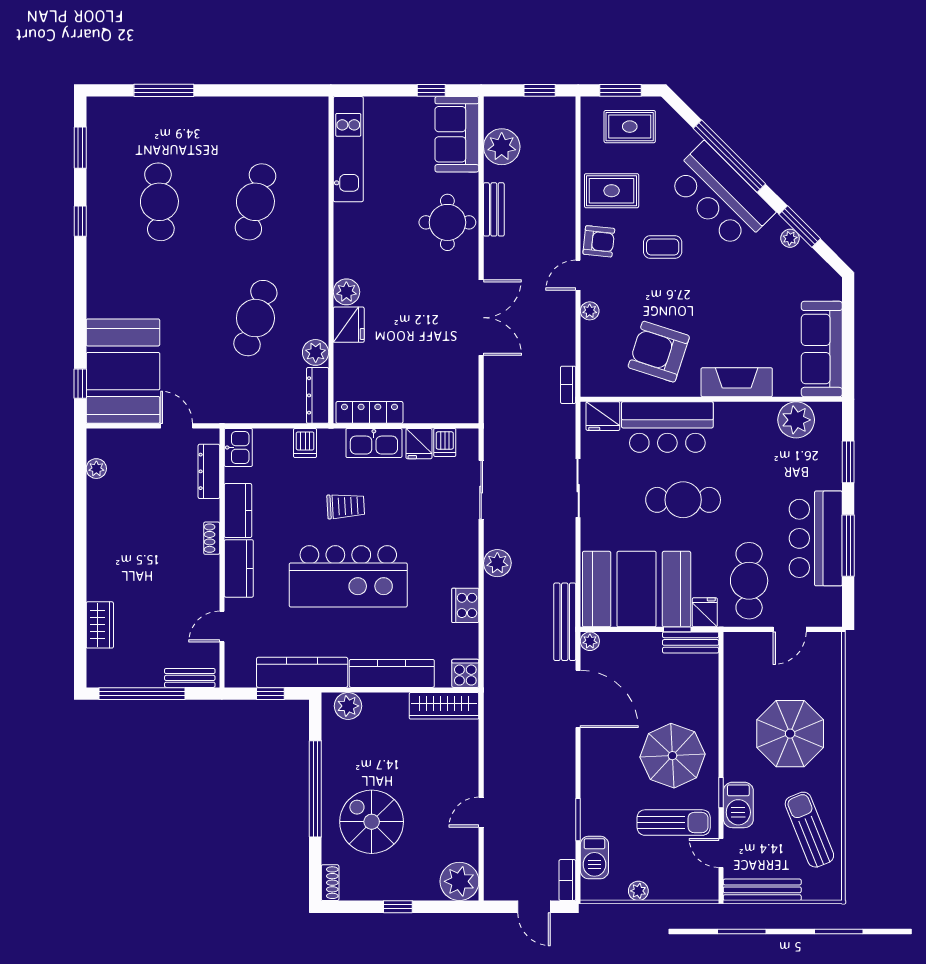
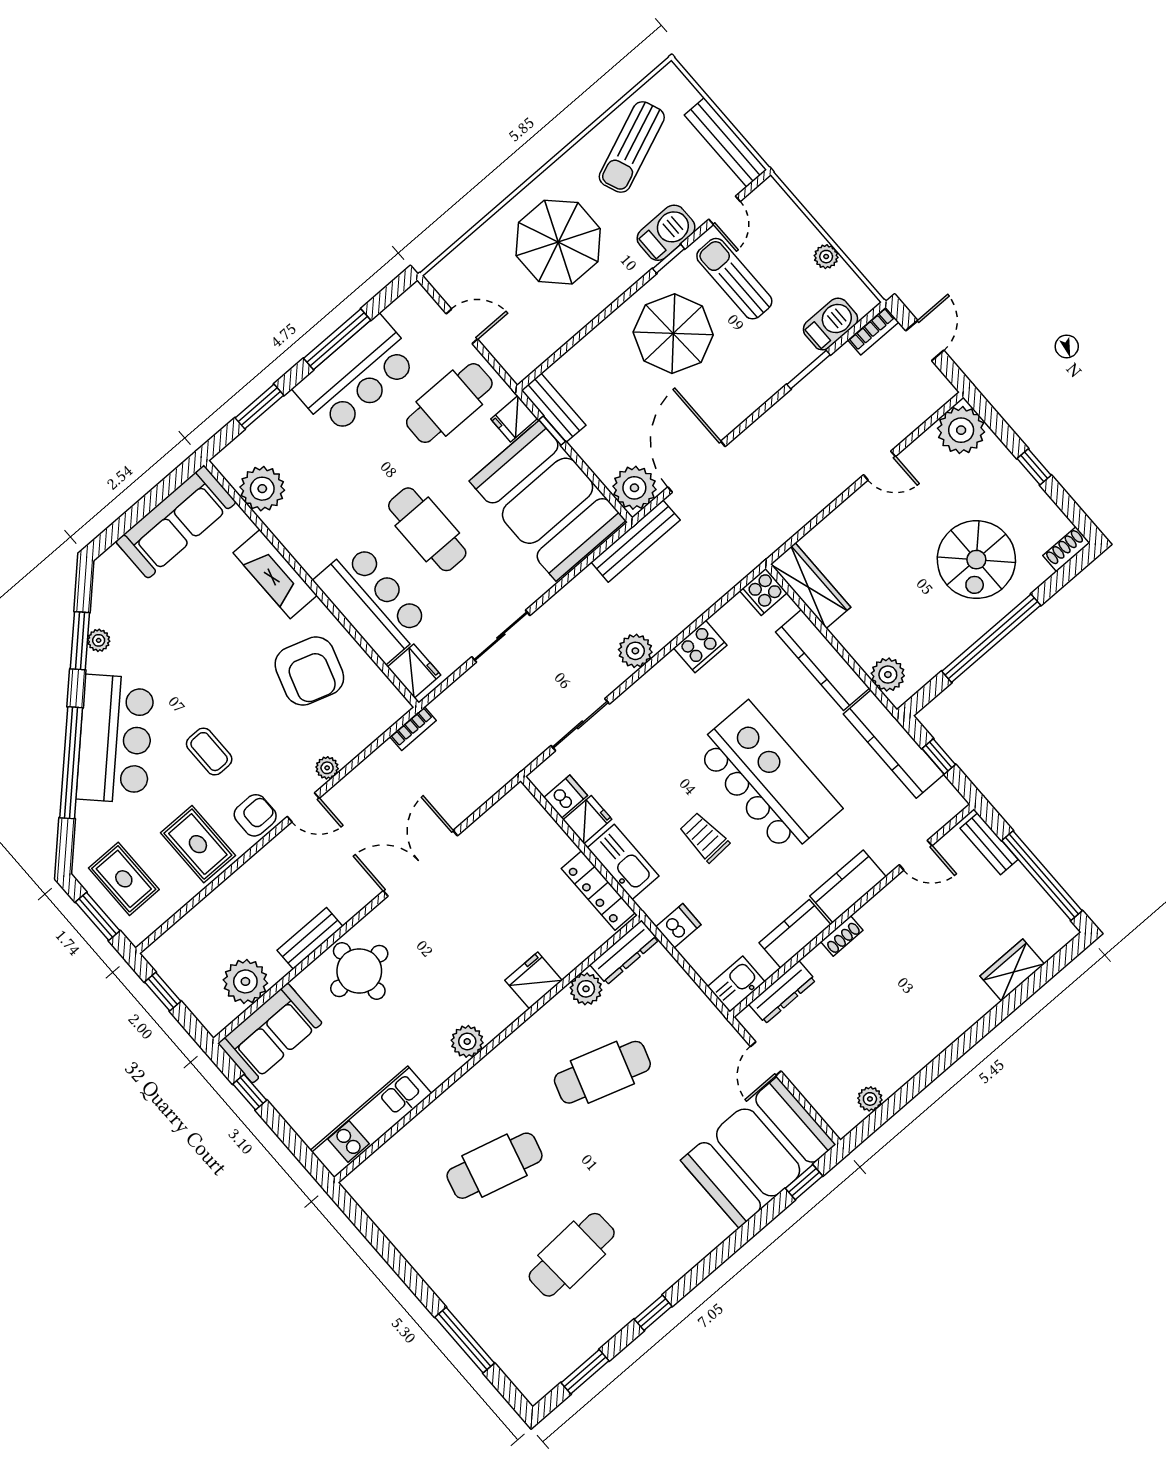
armchair: (599, 241) -> (255, 815), turned 84
plant: (346, 292) -> (467, 1041), moved
plant: (590, 641) -> (634, 488), width x1.88, depth x1.88

